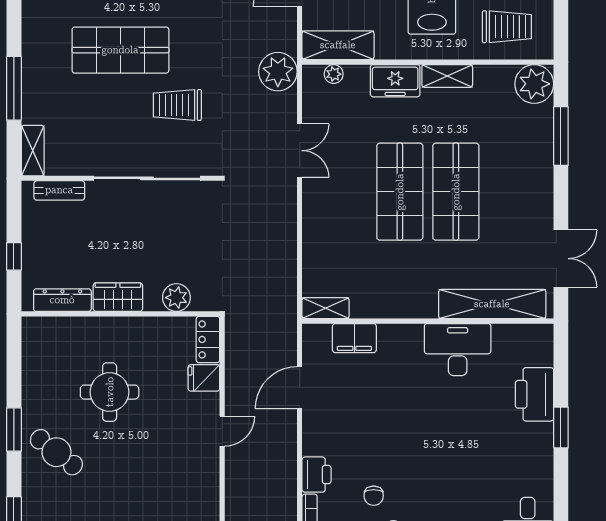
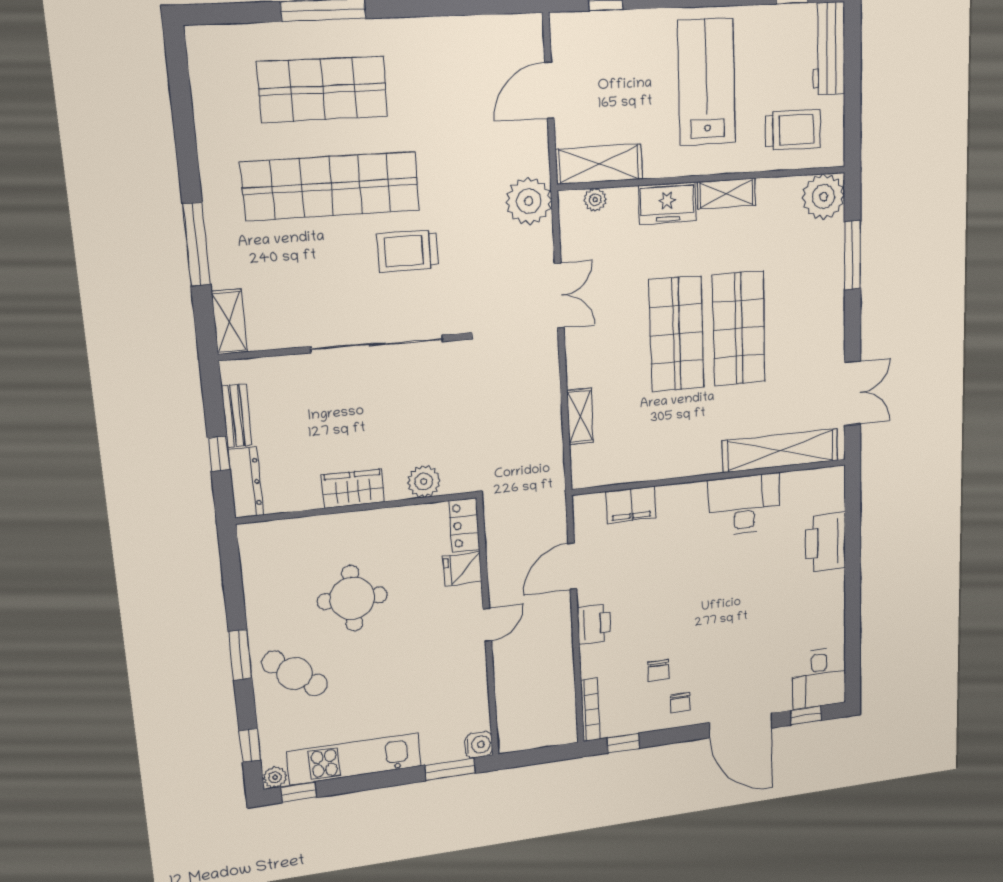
shop shelf: (120, 50) -> (331, 186), width x1.40
bench: (59, 190) -> (237, 415), moved, turned 90
dresser: (62, 300) -> (246, 483), moved, turned 90
shelving: (326, 308) -> (580, 416), moved, turned 90
window: (561, 427) -> (853, 573), removed
printer: (317, 475) -> (594, 624), moved

